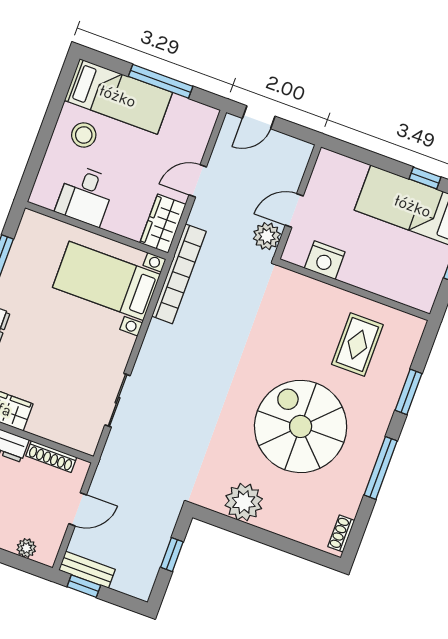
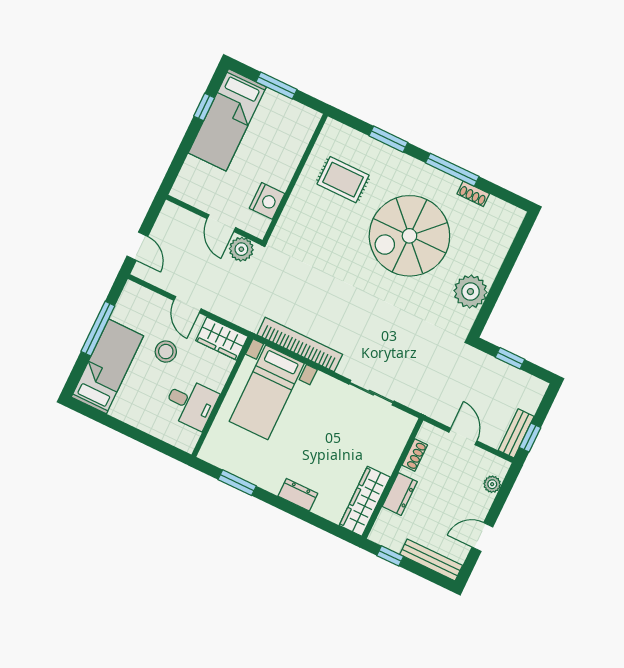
stool: (84, 135) -> (166, 352), moved
bookcase: (179, 274) -> (300, 345), moved
shoe rack: (51, 457) -> (415, 455), width x0.70
shoe rack: (341, 534) -> (473, 194), moved

